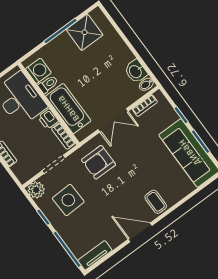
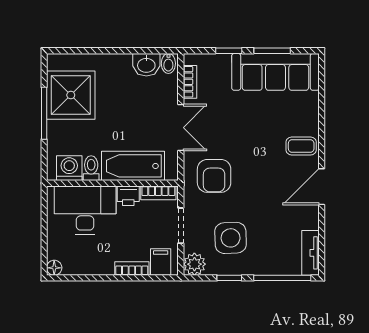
shower: (85, 32) -> (71, 95), width x1.37, depth x1.37
filing cabinet: (22, 168) -> (161, 262), added

